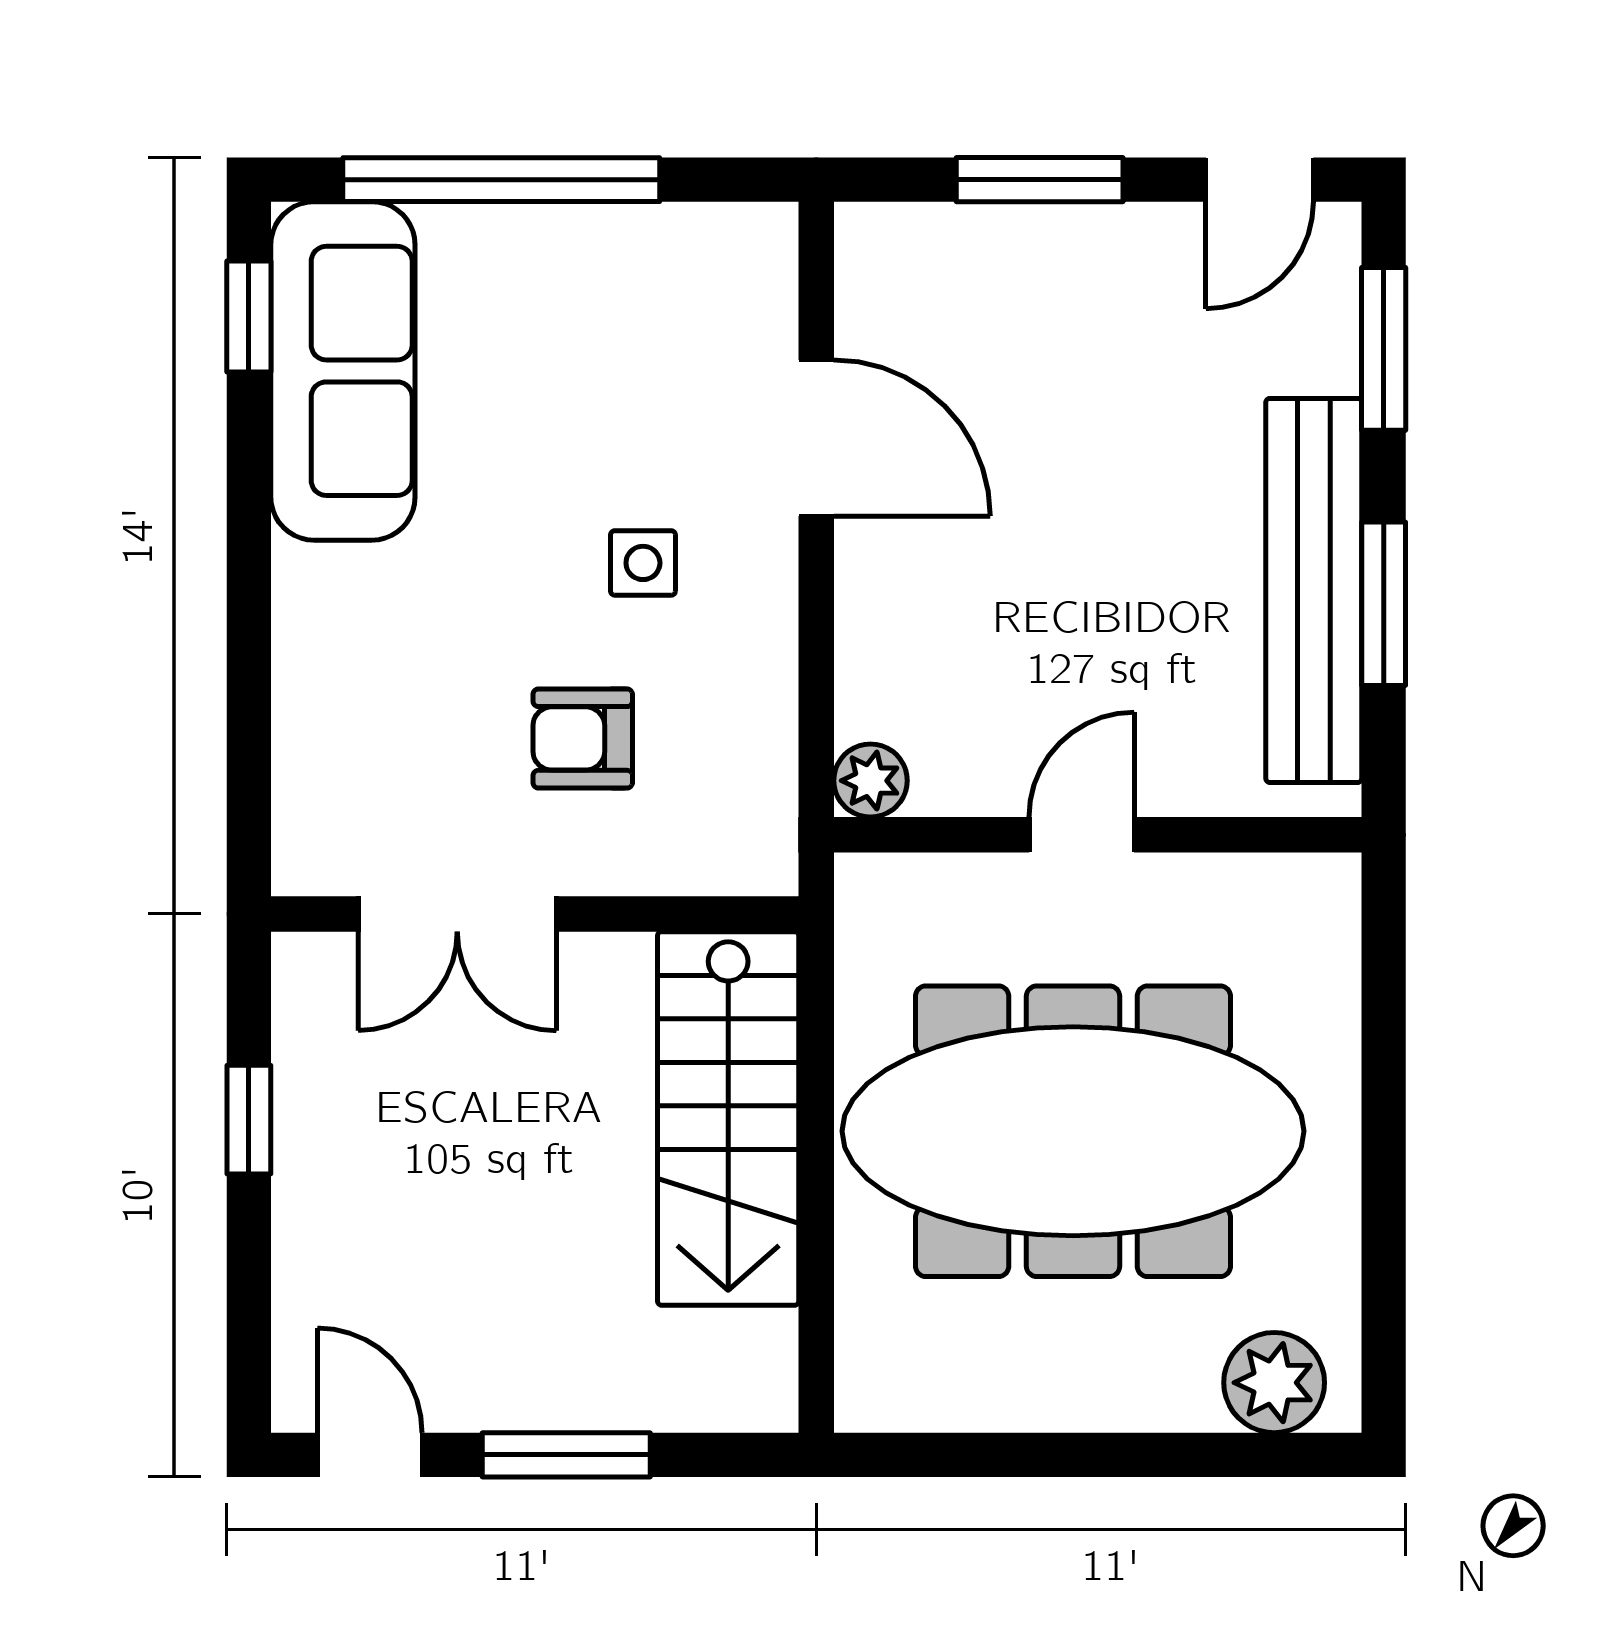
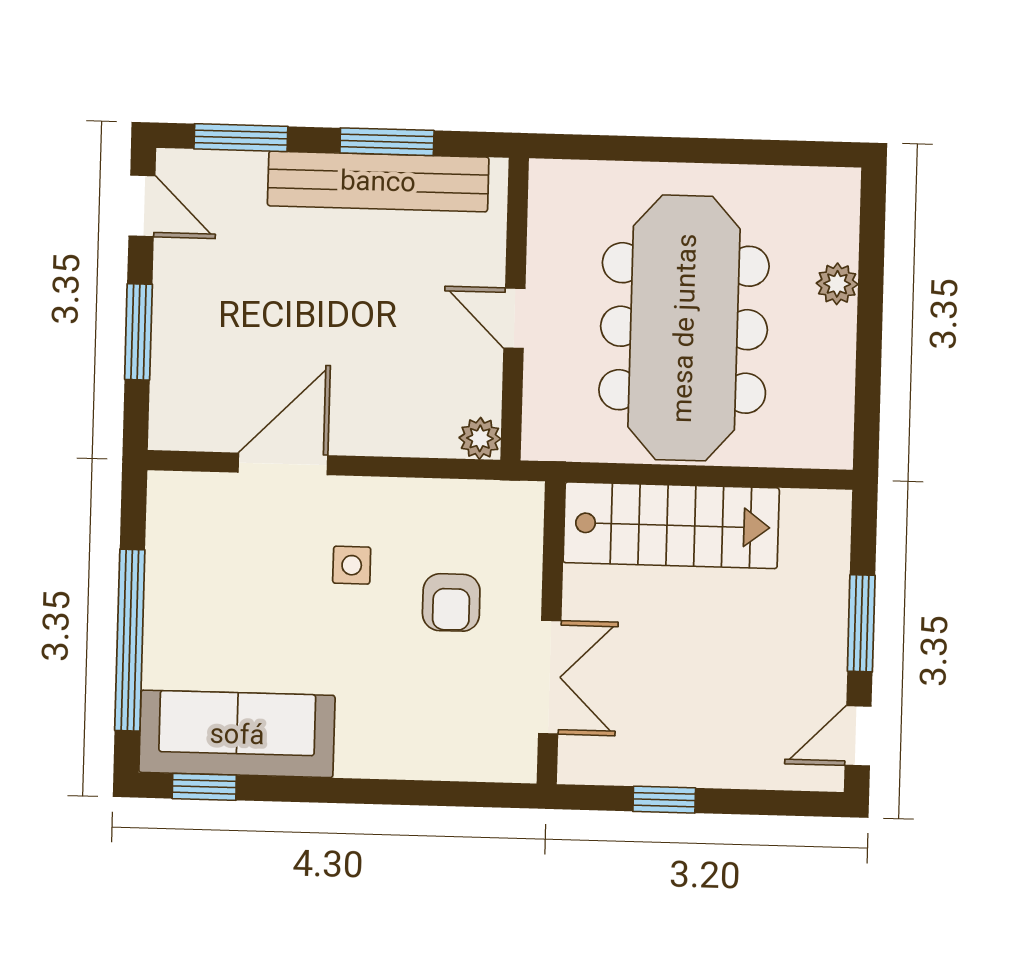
plant: (1274, 1383) -> (837, 284), moved, width x0.73, depth x0.73

